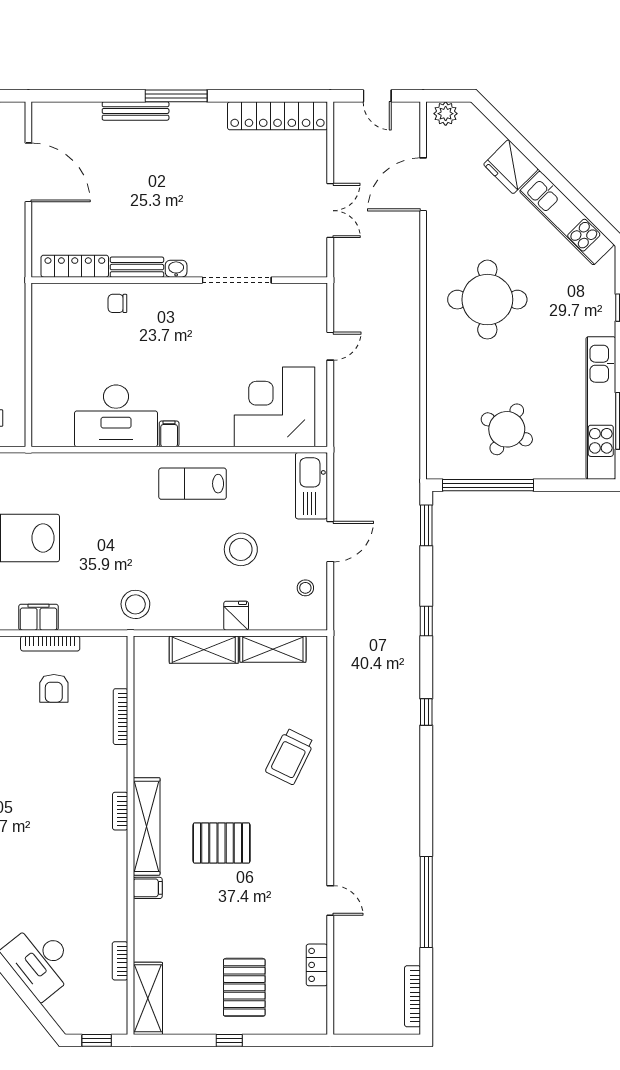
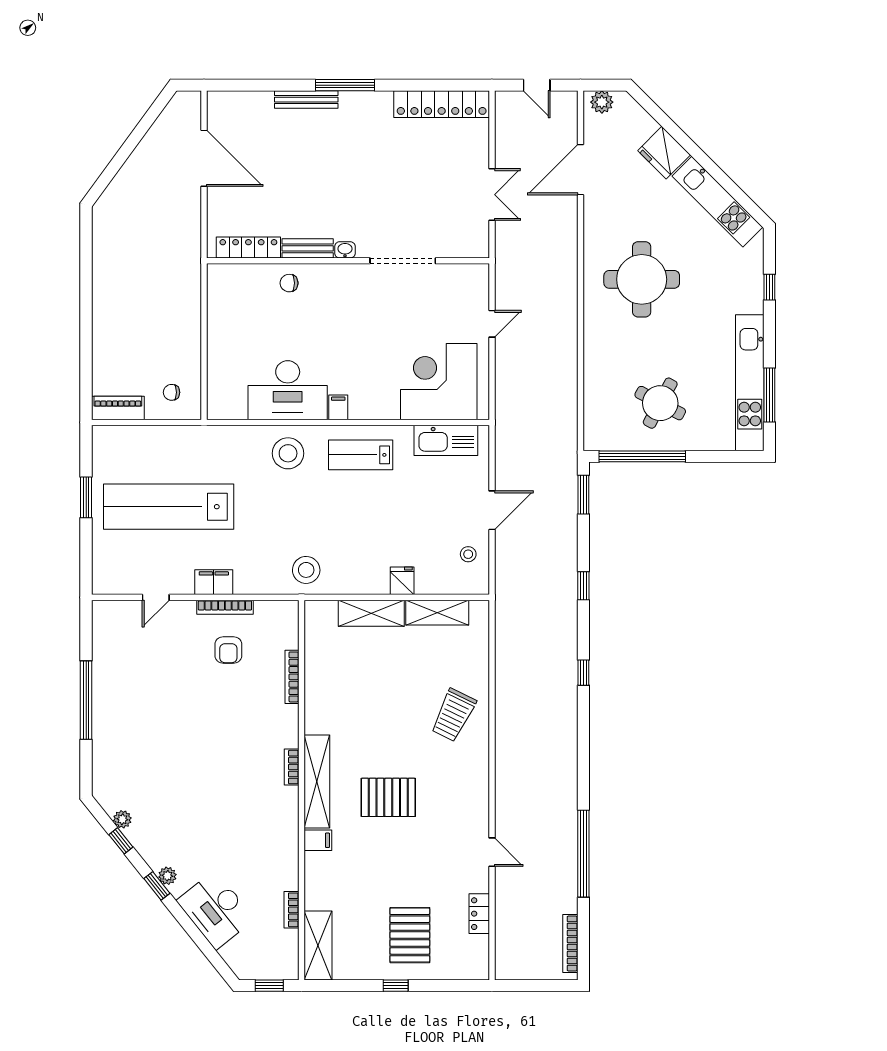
kitchen sink: (312, 486) -> (446, 440), moved, turned -90
stool: (241, 549) -> (288, 453), moved

